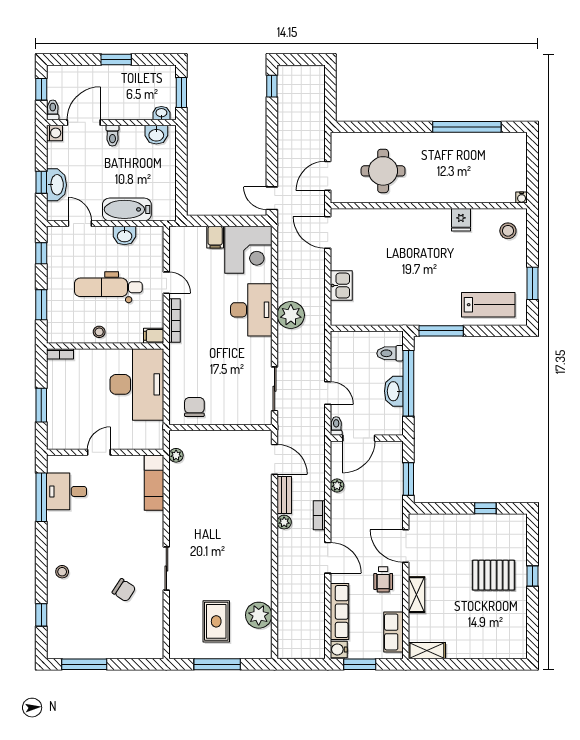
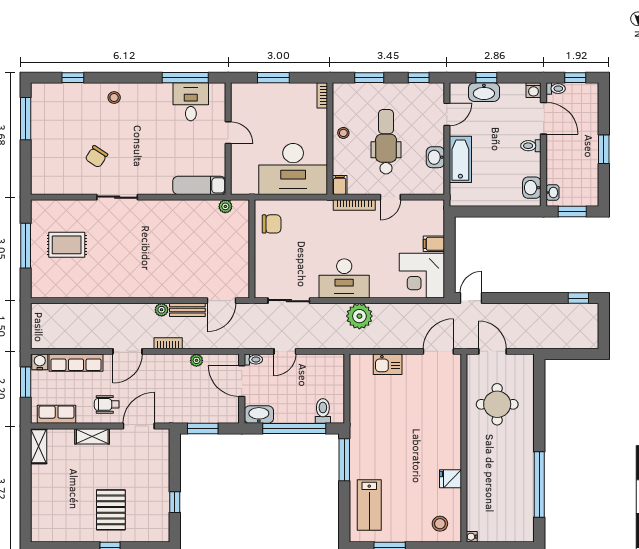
desk: (251, 310) -> (344, 278), moved
washbasin: (394, 391) -> (259, 415), moved
plant: (259, 615) -> (73, 285), removed

